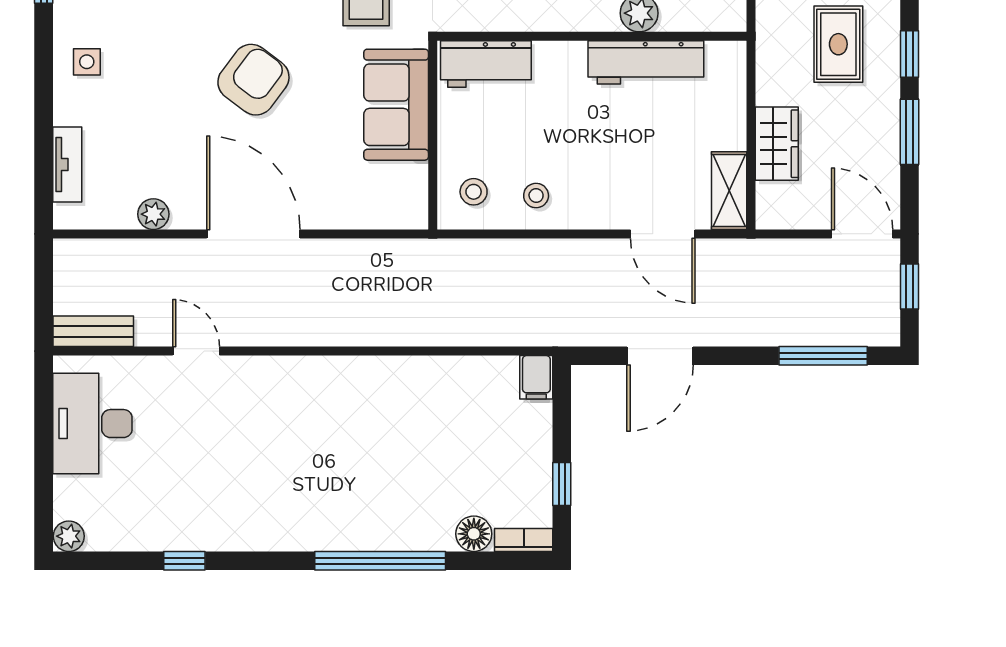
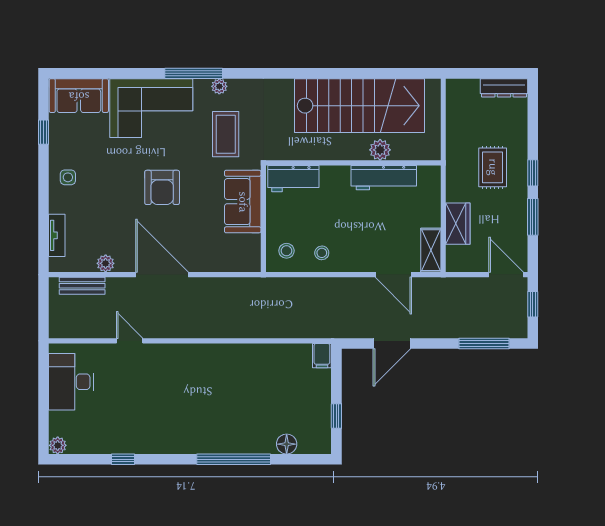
armchair: (253, 80) -> (162, 187), turned 143
bench: (93, 331) -> (82, 286), moved
bookcase: (524, 540) -> (315, 448), removed

